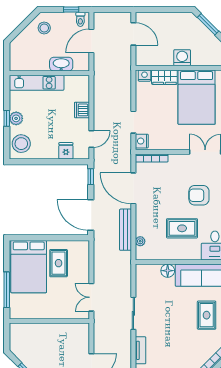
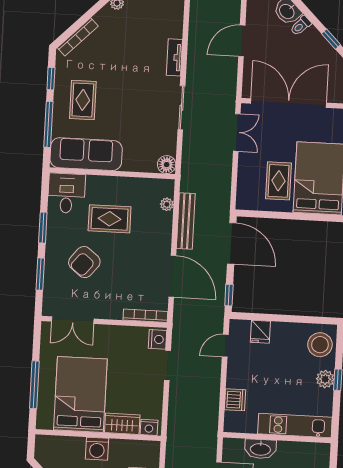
dishwasher: (82, 110) -> (235, 400), moved
armchair: (199, 195) -> (84, 262), turned 129
floor lamp: (168, 271) -> (167, 165), moved
double door: (54, 321) -> (289, 103), added

